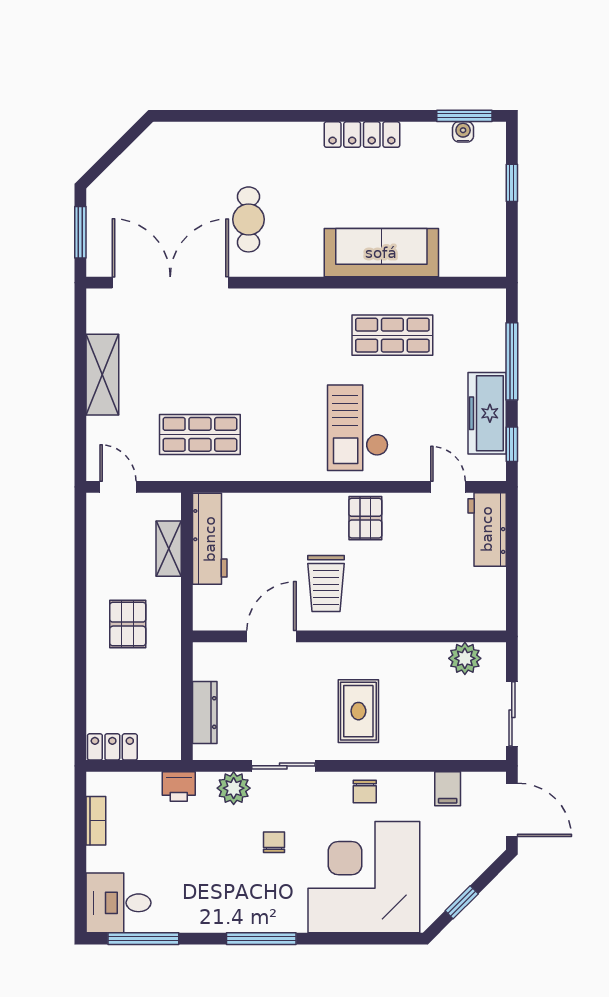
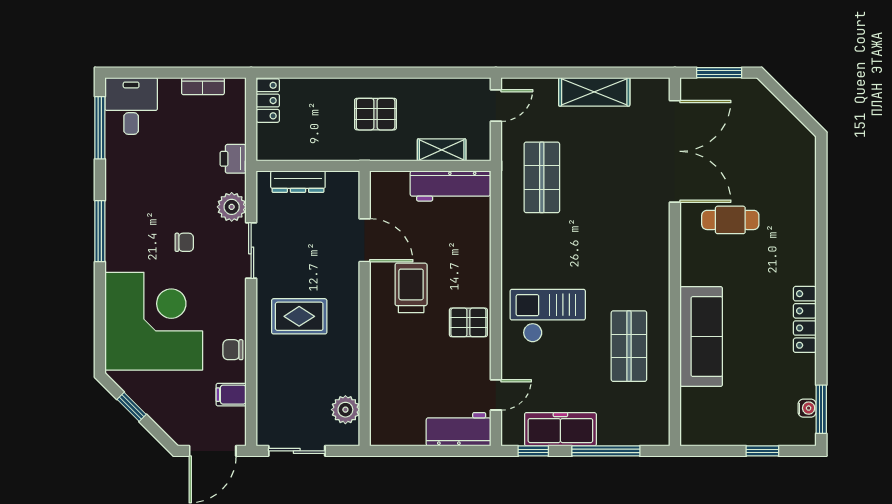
trolley: (326, 584) -> (411, 288), turned 90
chair: (365, 792) -> (233, 350), moved

